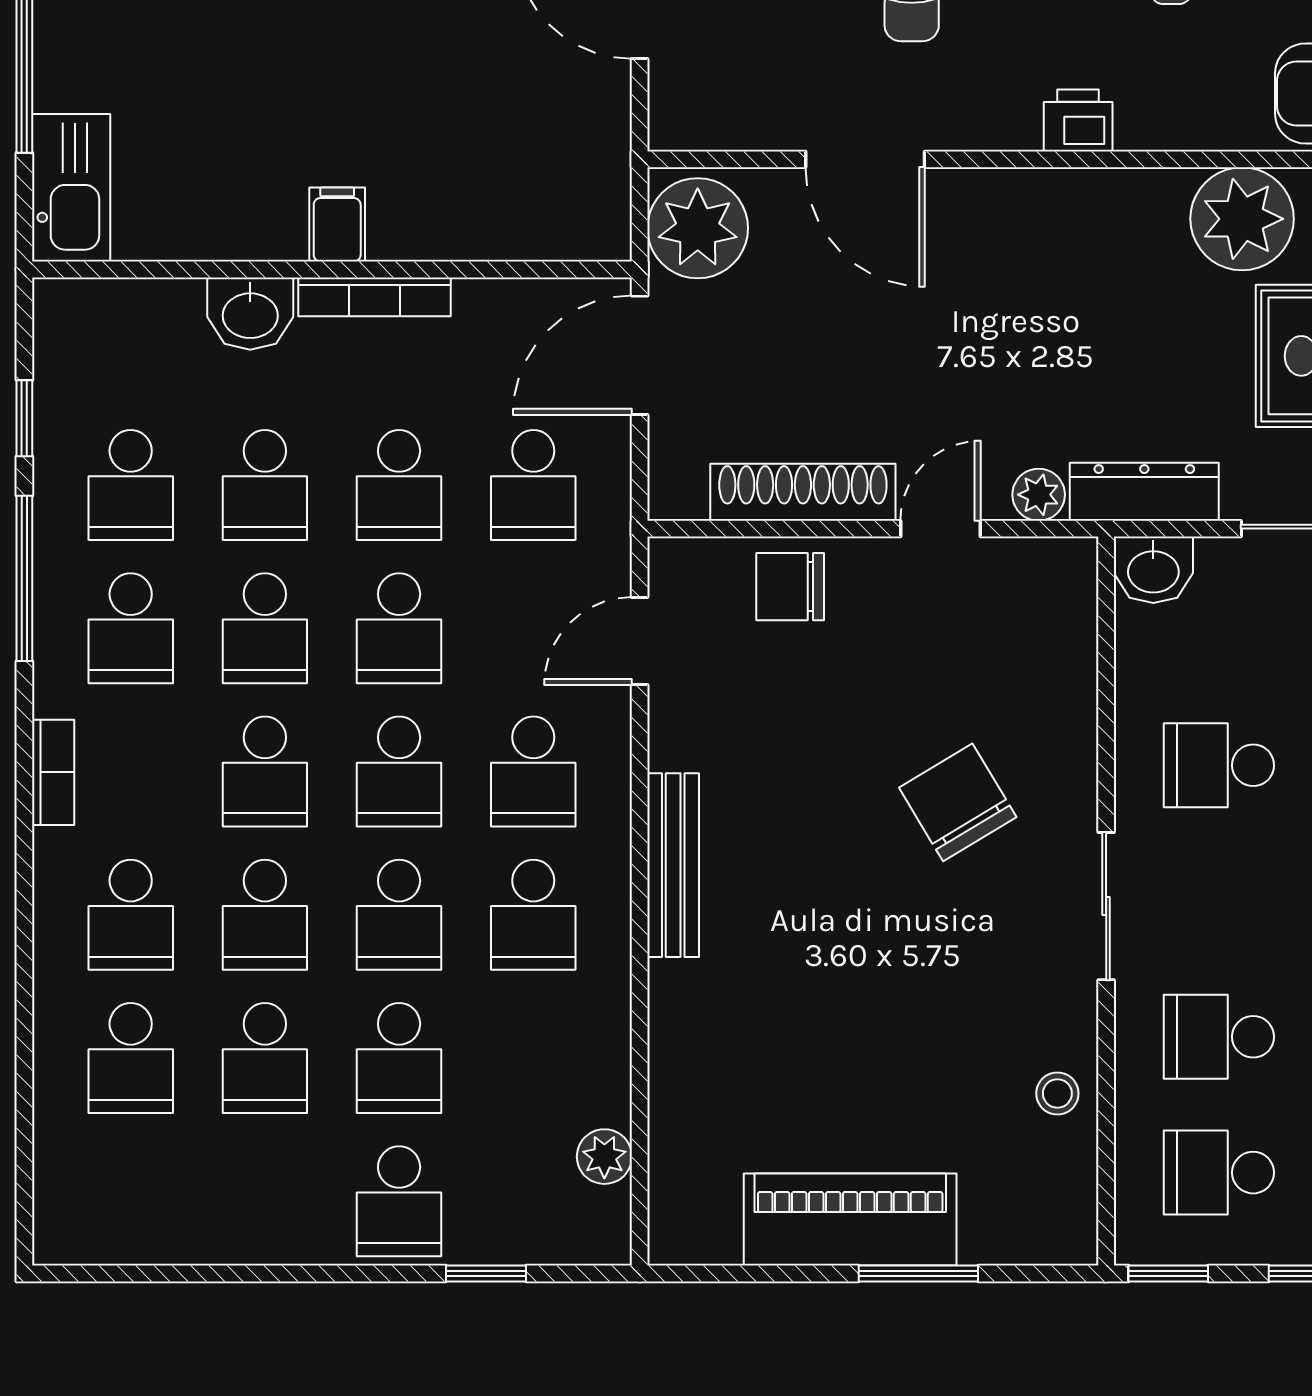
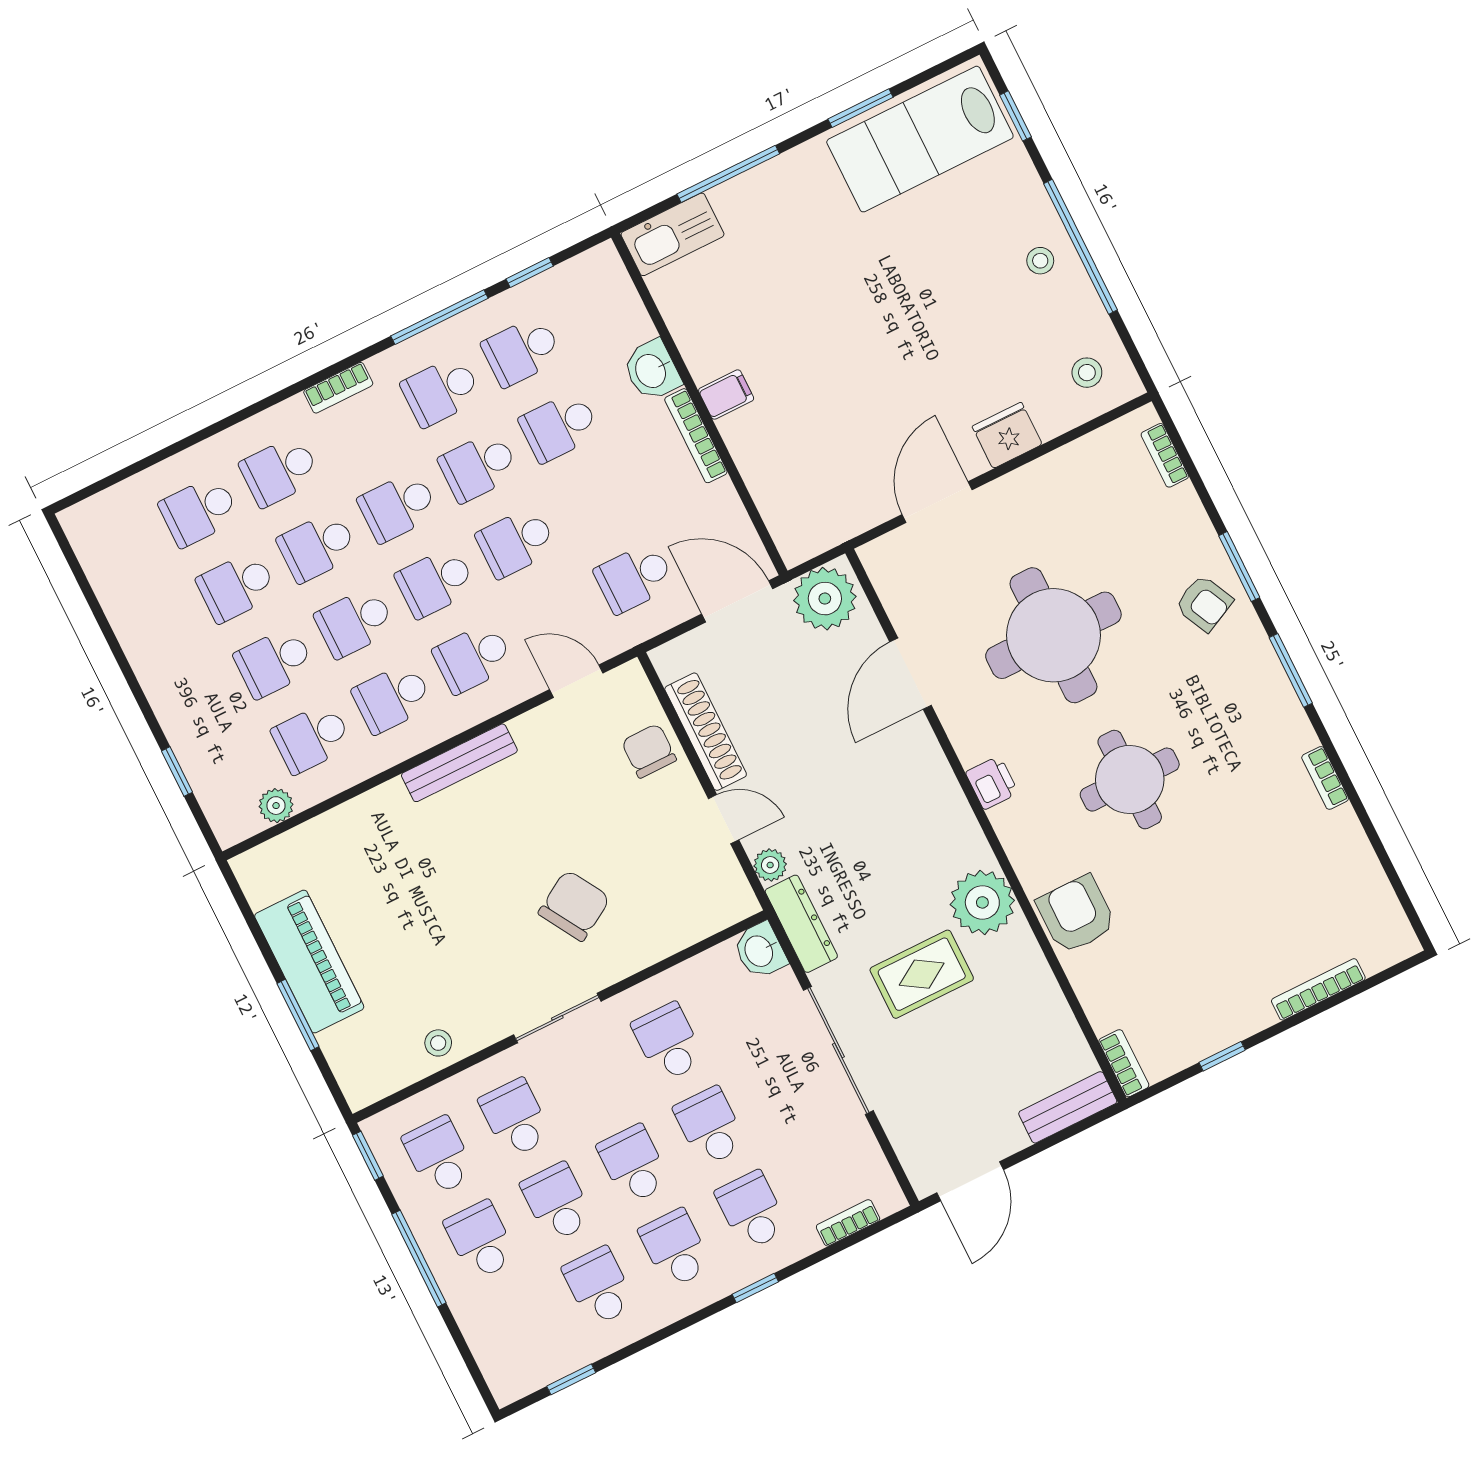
school desk: (399, 485) -> (597, 502), removed
school desk: (399, 1201) -> (312, 738), moved

